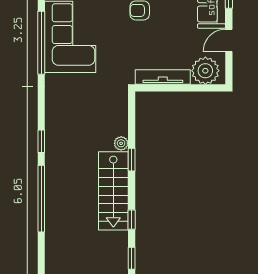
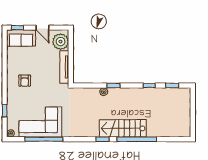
stairs: (113, 191) -> (123, 128), moved, turned 180

